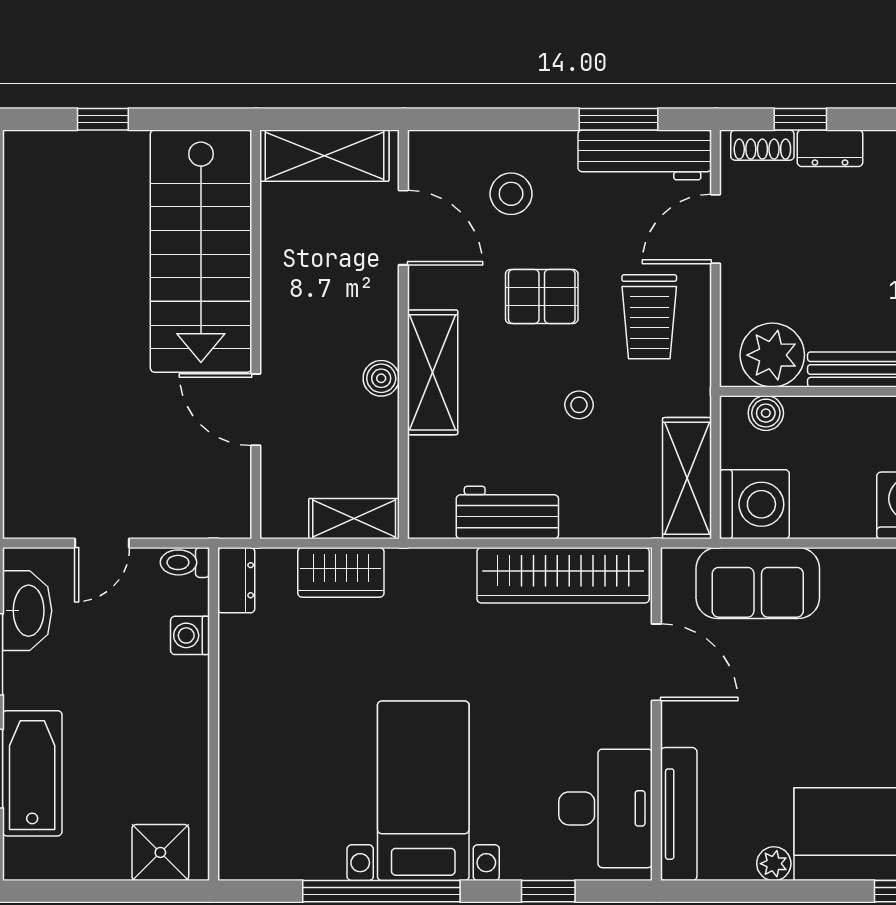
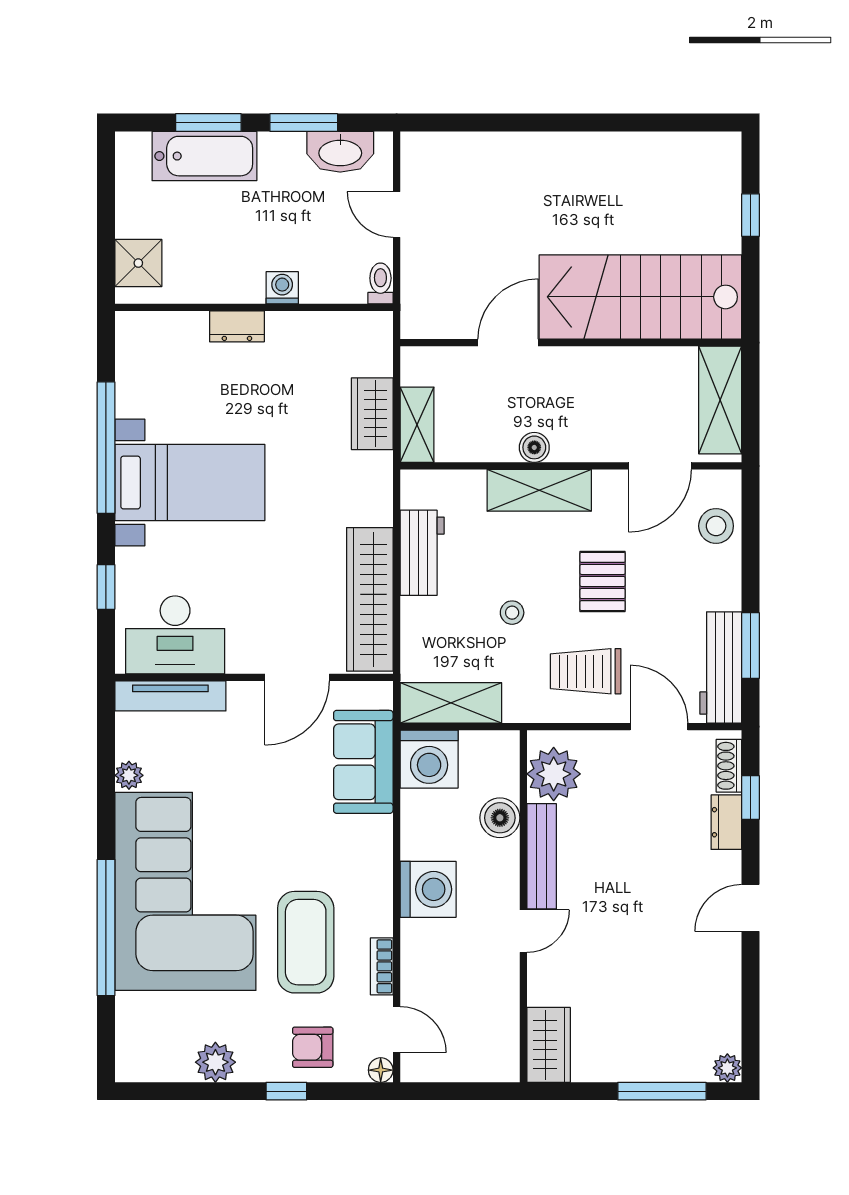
stool: (511, 194) -> (716, 526), moved
boiler: (766, 413) -> (500, 818), moved, width x1.36, depth x1.36
dresser: (236, 580) -> (237, 326), moved
washing machine: (190, 635) -> (282, 288), moved

